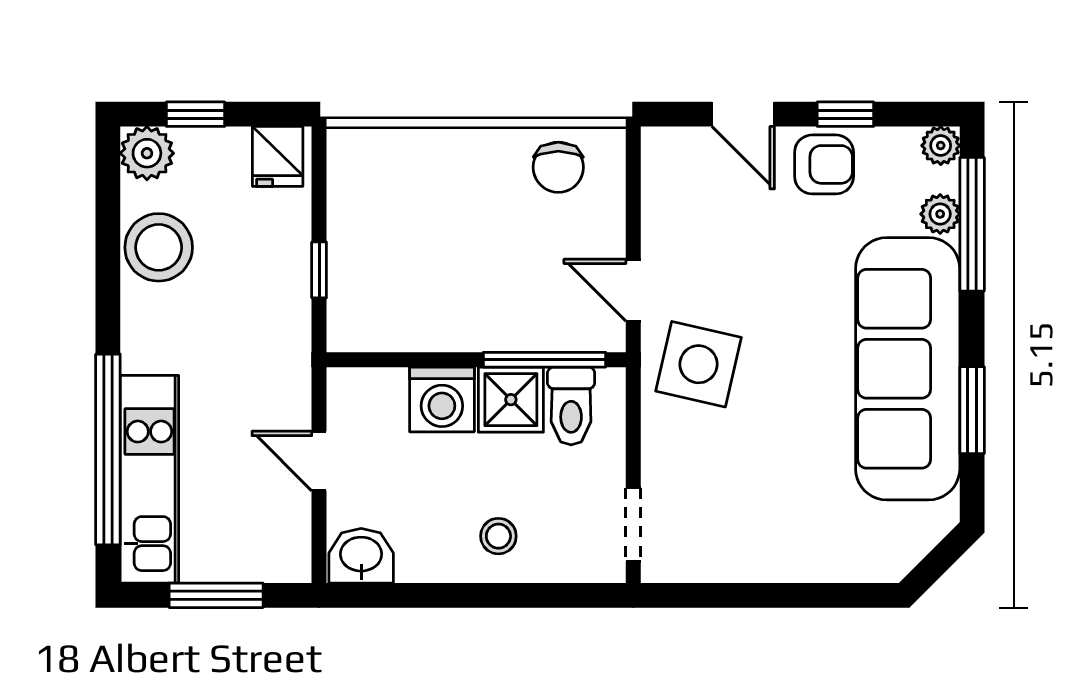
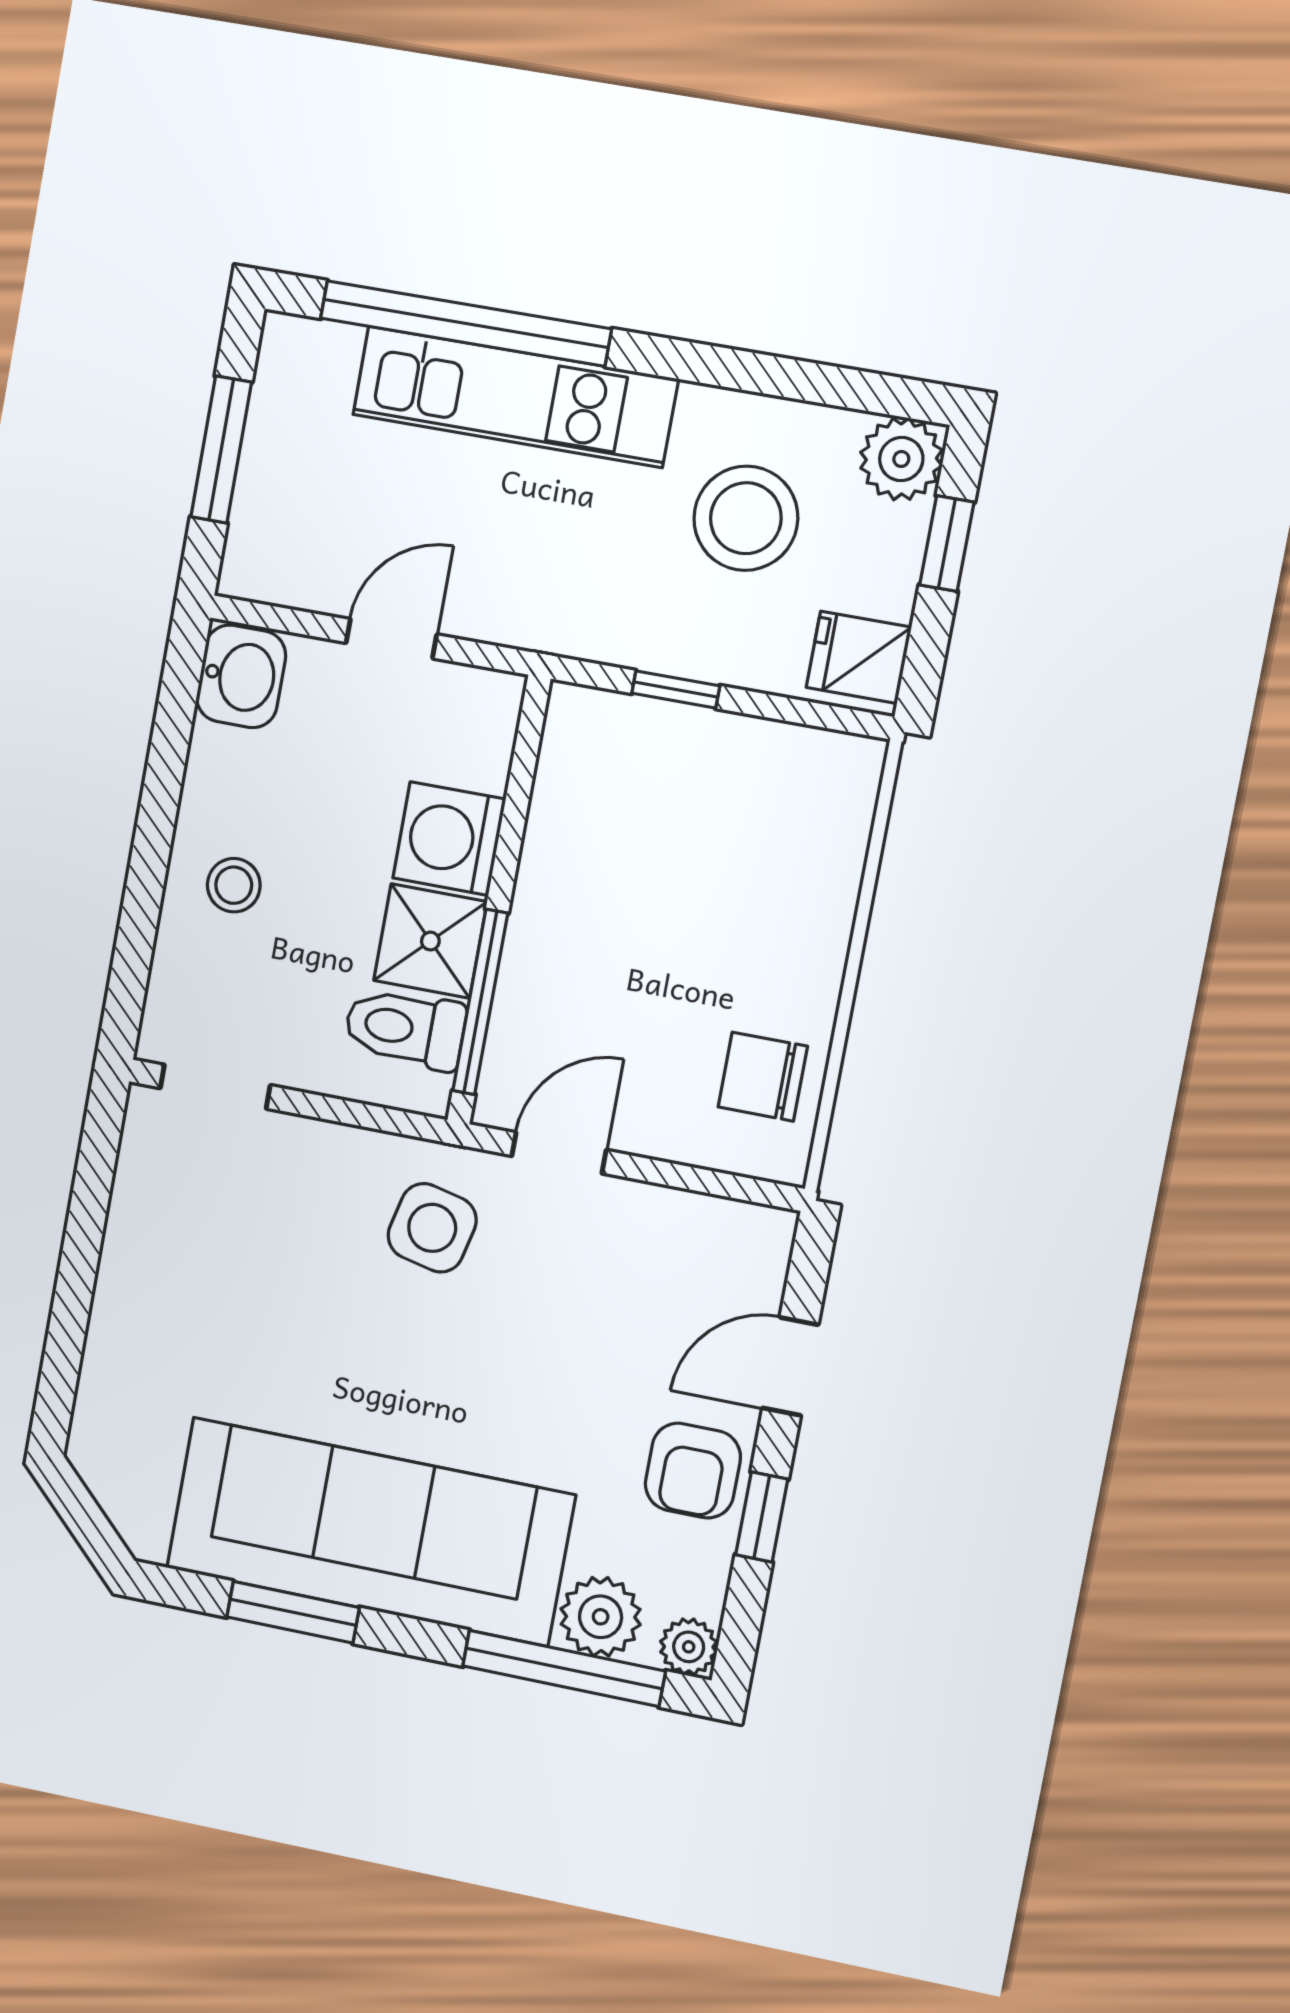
plant: (940, 214) -> (601, 1617), width x1.38, depth x1.38
stool: (159, 247) -> (746, 518), moved
side table: (699, 364) -> (432, 1228), width x0.73, depth x0.73
kitchen unit: (149, 479) -> (515, 397), moved

